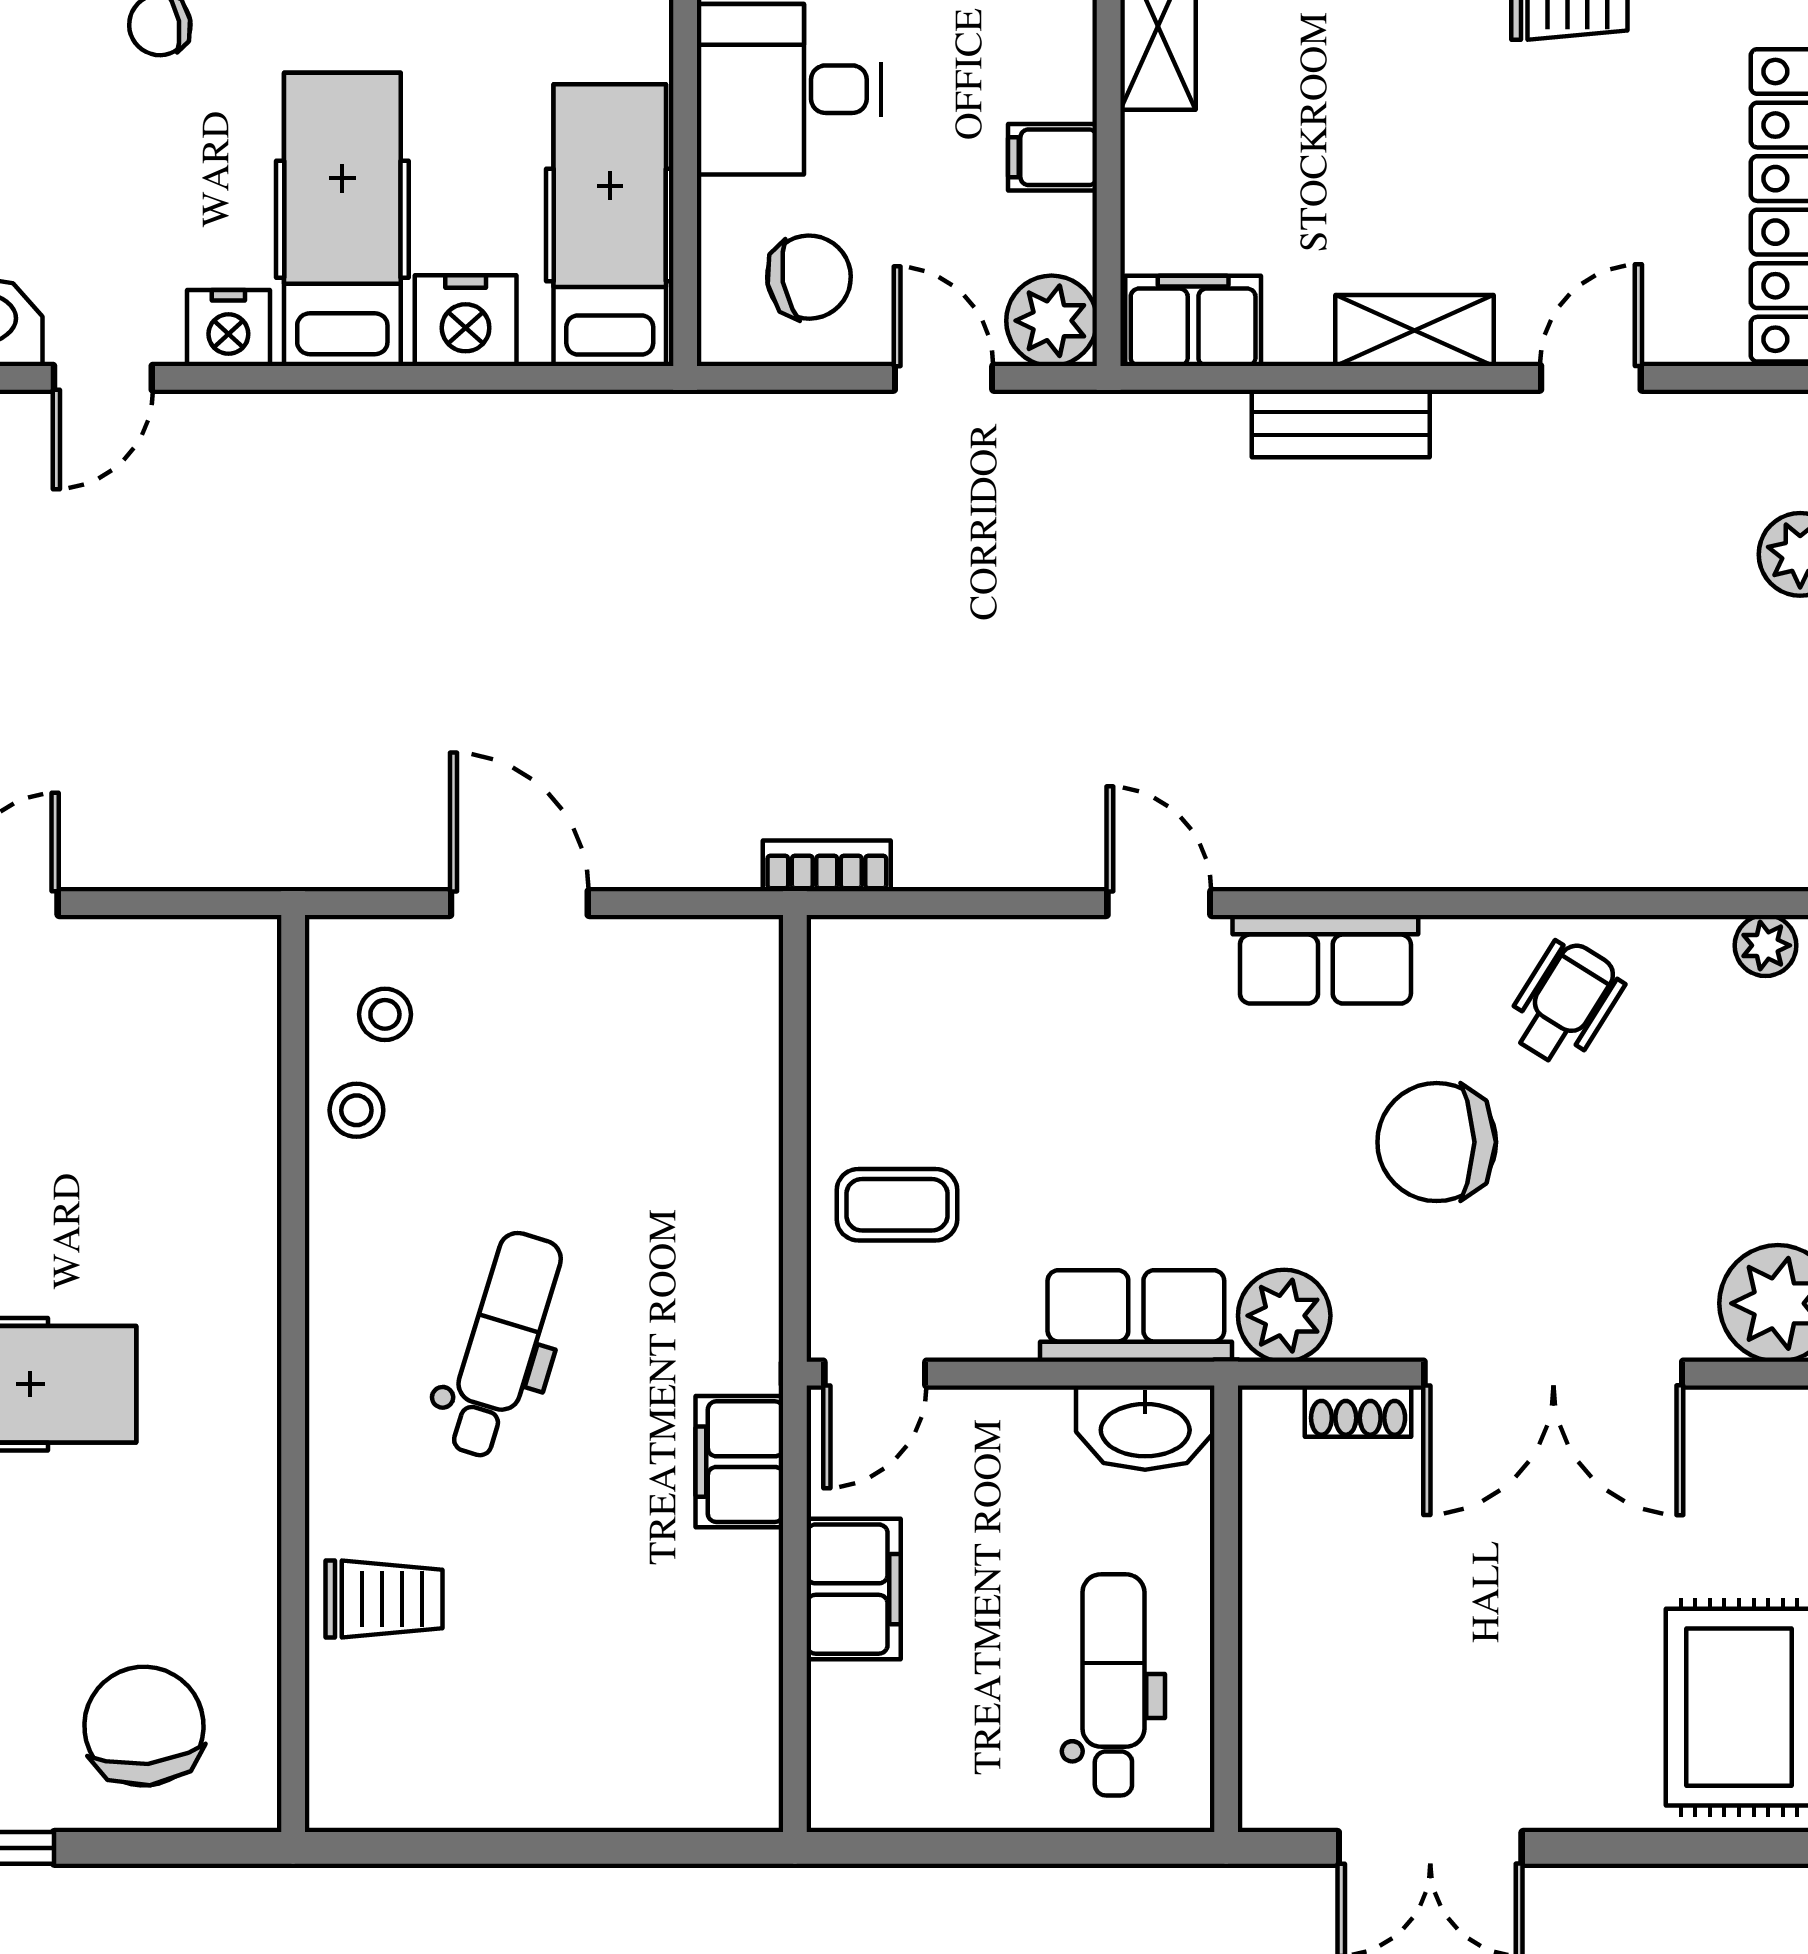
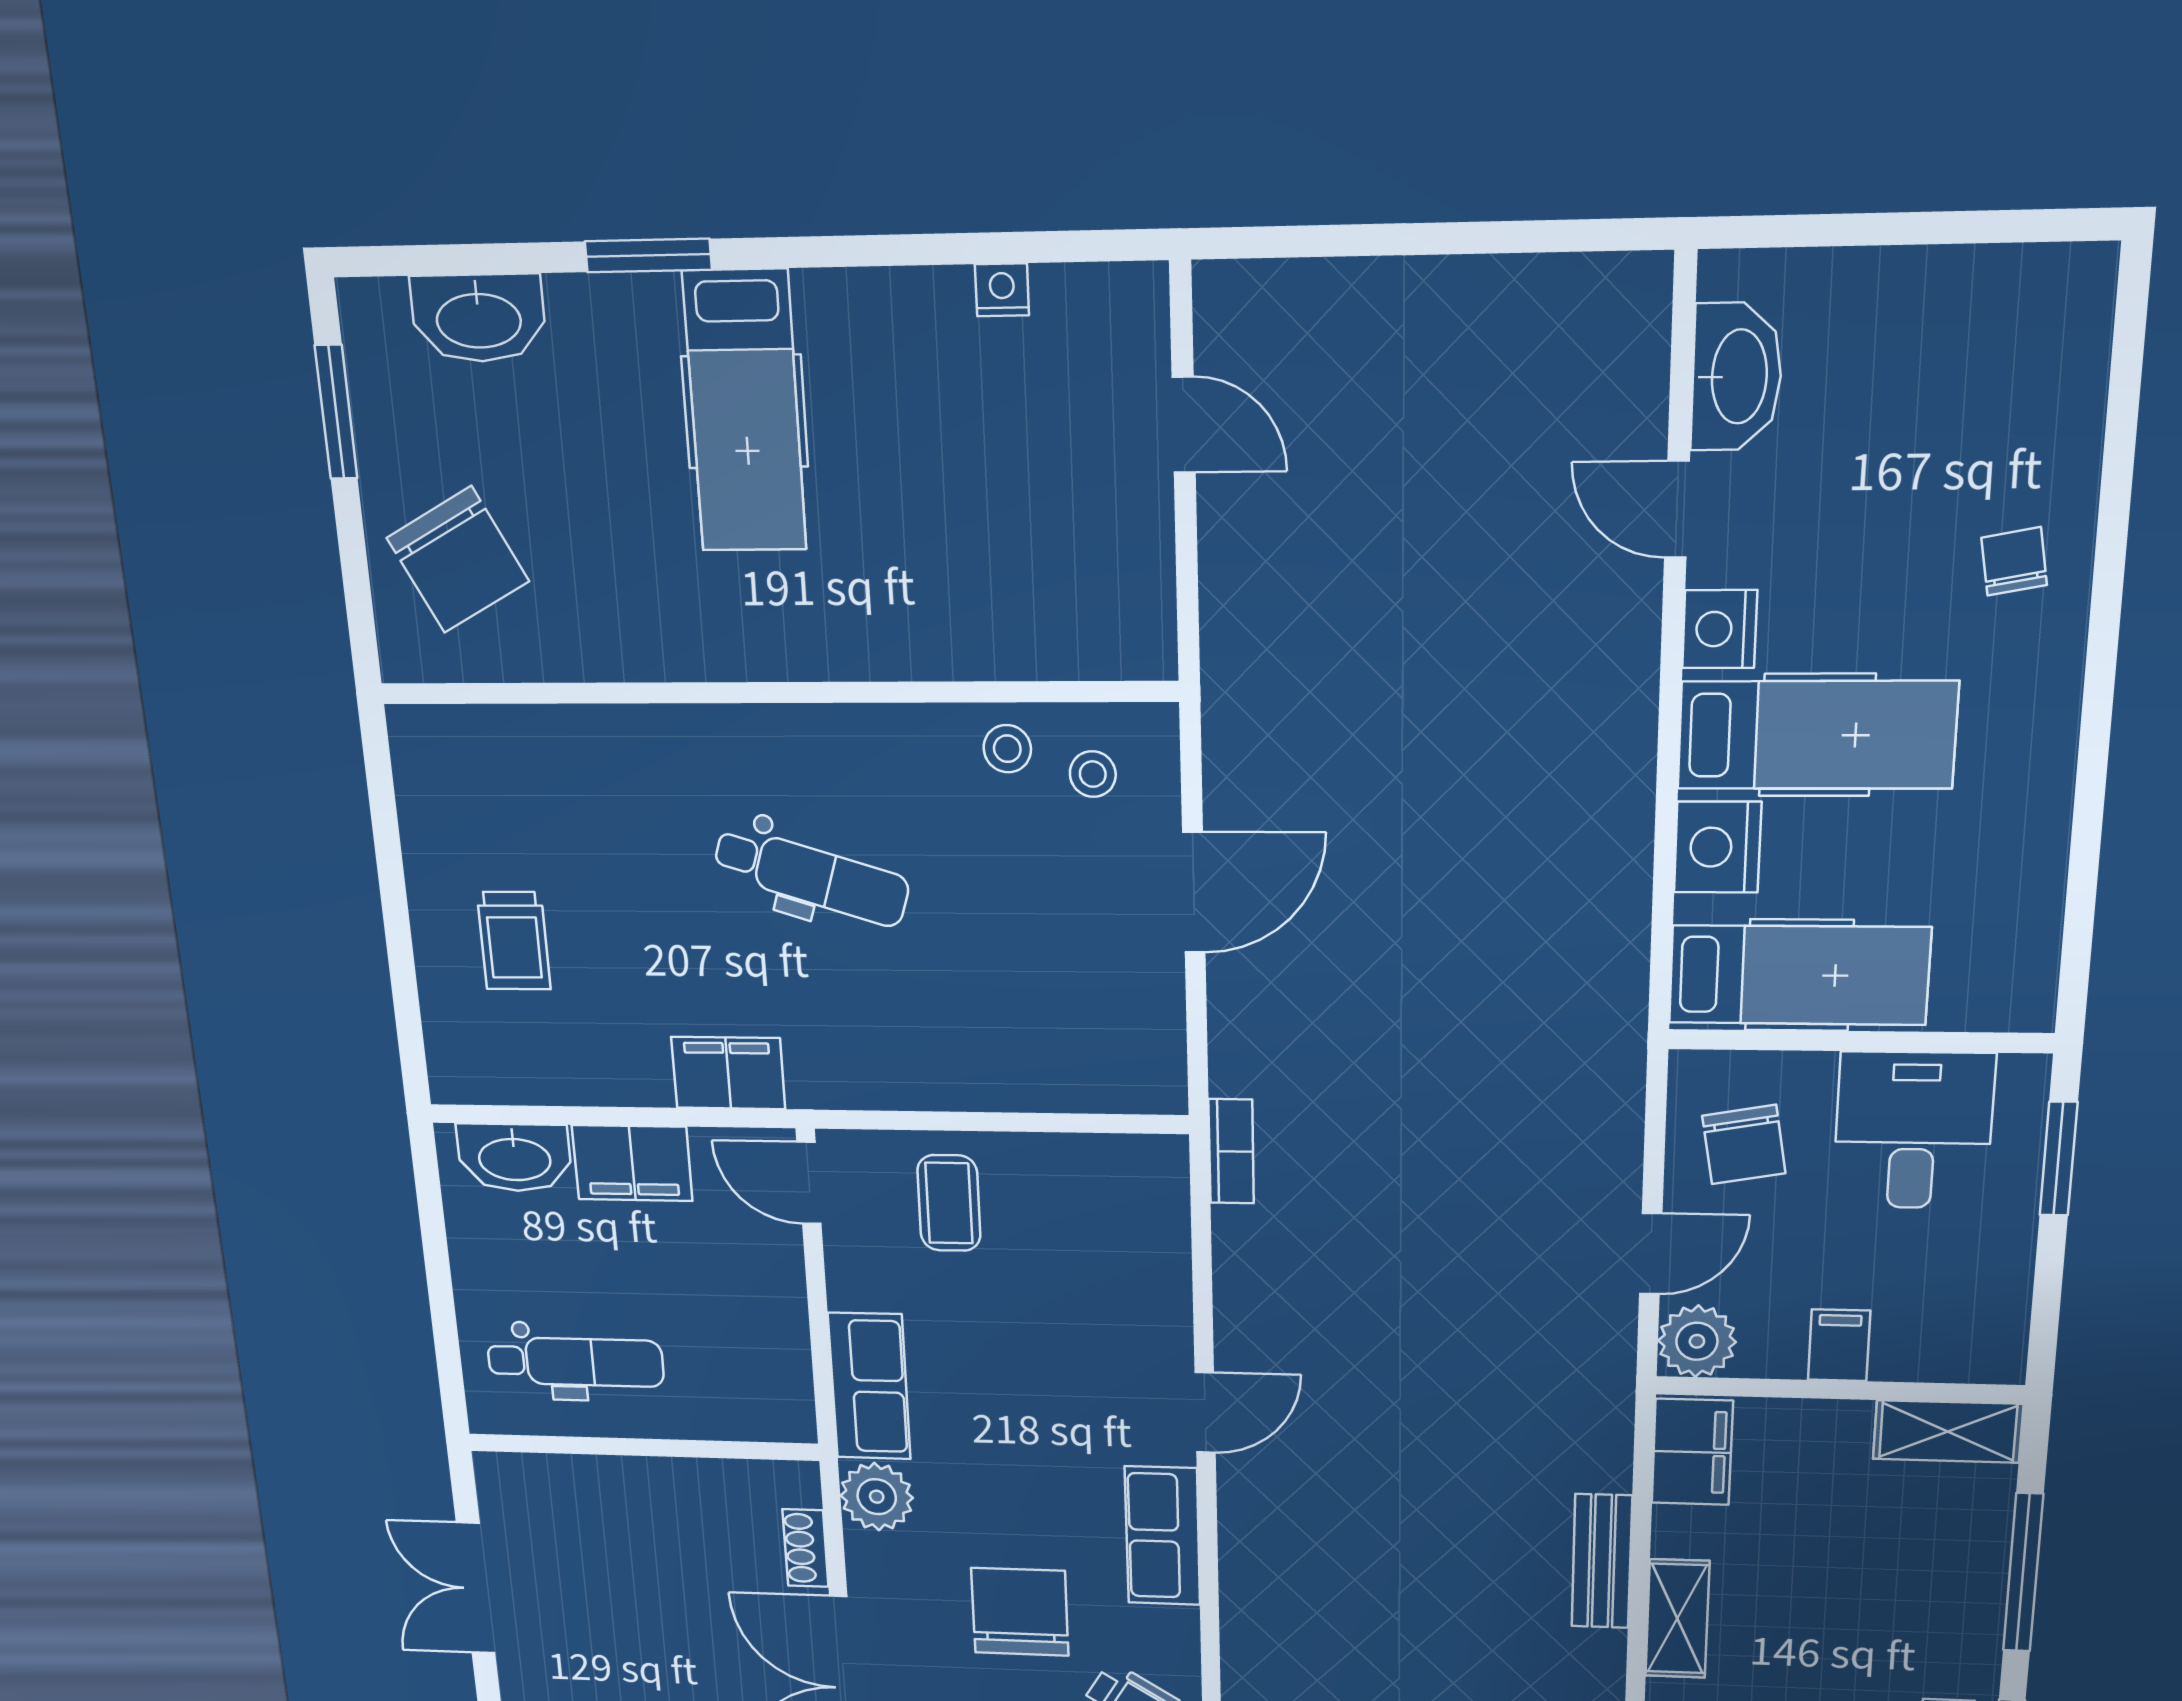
washbasin: (1145, 1428) -> (514, 1158), moved, turned -90
trolley: (384, 1599) -> (514, 941), moved
chair: (144, 1726) -> (458, 560), turned 68

